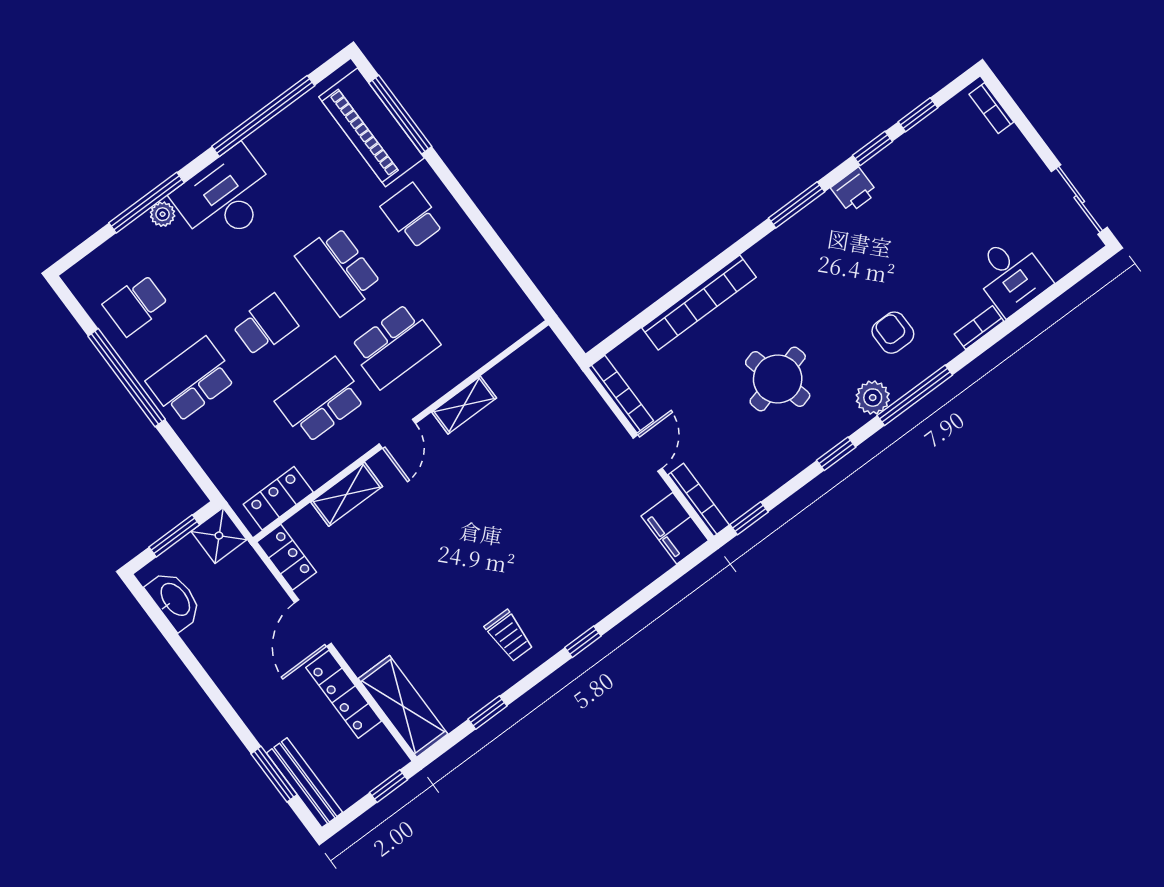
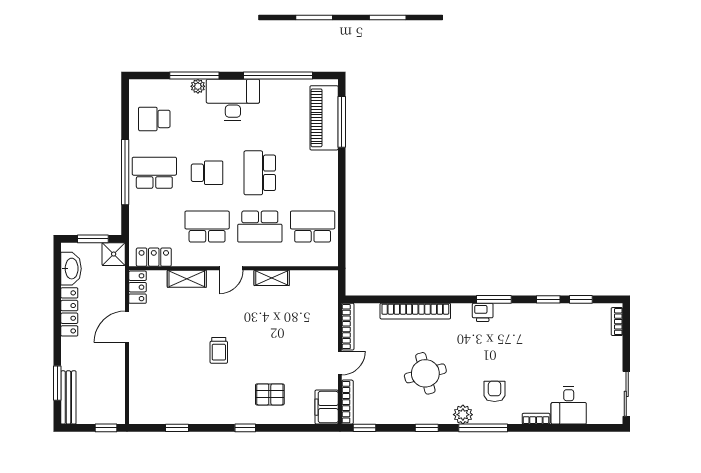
printer: (854, 190) -> (483, 312), moved
school desk: (412, 216) -> (313, 227), moved, width x1.85
window: (127, 378) -> (125, 172), moved
pallet: (582, 570) -> (270, 394), added
trolley: (509, 636) -> (219, 350), moved
locker: (344, 694) -> (69, 312), moved, turned 180
shelving: (403, 706) -> (140, 396), removed

